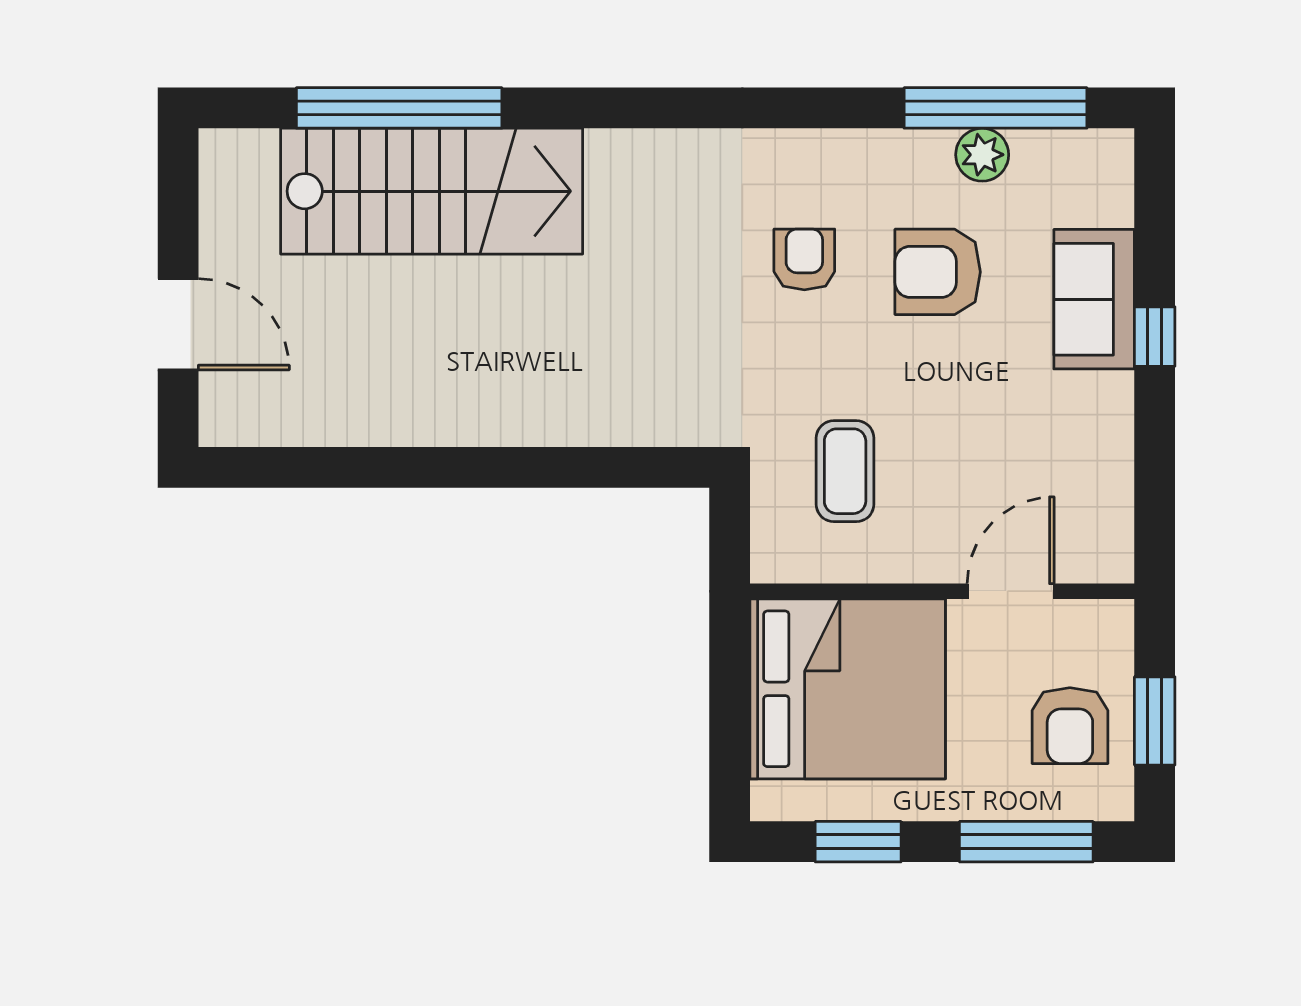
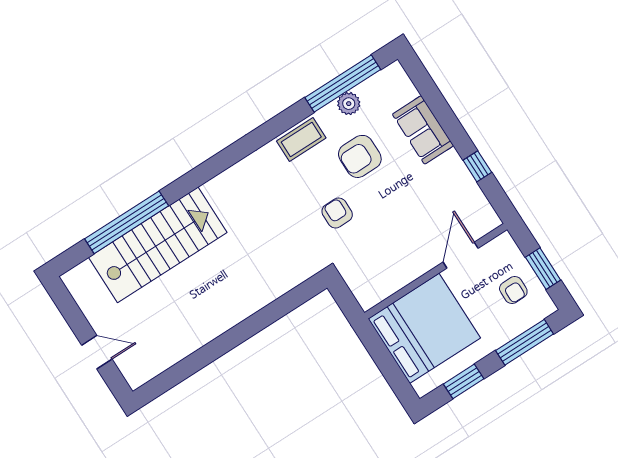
armchair: (804, 259) -> (337, 213), moved
door: (178, 324) -> (97, 352), width x0.73
window: (1155, 337) -> (477, 166), moved
coffee table: (845, 471) -> (301, 139), moved, turned 90
armchair: (1070, 726) -> (513, 290), width x0.72, depth x0.72

